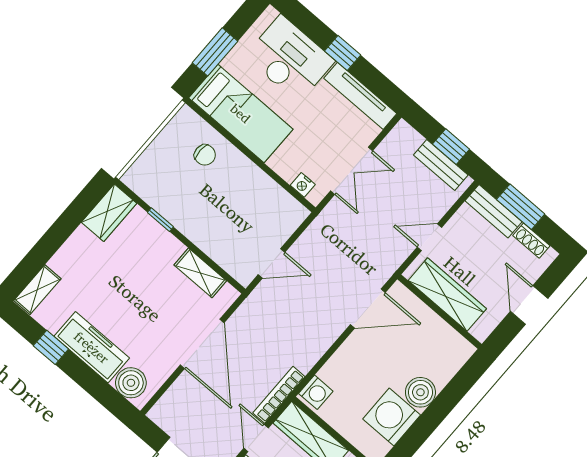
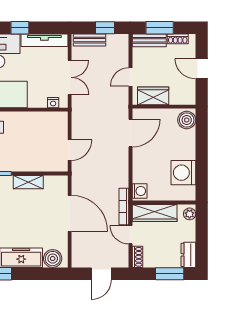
bench: (441, 165) -> (89, 40), moved
shelving: (200, 273) -> (28, 182), moved
wardrobe: (447, 295) -> (153, 96), width x0.67
boiler: (420, 392) -> (187, 120), moved

